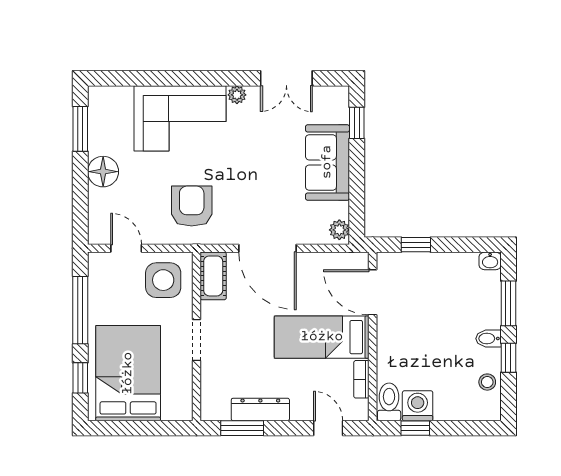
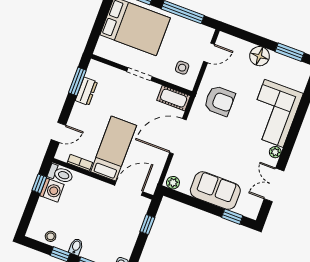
side table: (163, 280) -> (182, 68), width x0.54, depth x0.54
dresser: (260, 409) -> (86, 91), width x0.70

